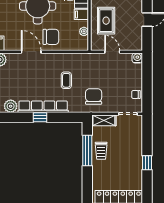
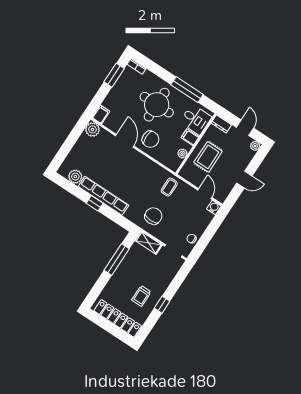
door: (112, 52) -> (205, 194), moved
coffee table: (66, 80) -> (169, 187), moved
trolley: (101, 151) -> (141, 296), moved

